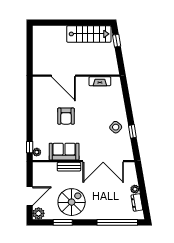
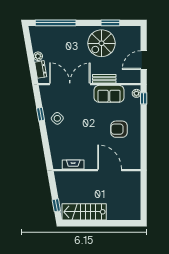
armchair: (66, 116) -> (119, 129), moved, turned -90
door: (30, 196) -> (144, 60), moved
dresser: (137, 202) -> (41, 69), moved
plant: (39, 213) -> (135, 32), removed

